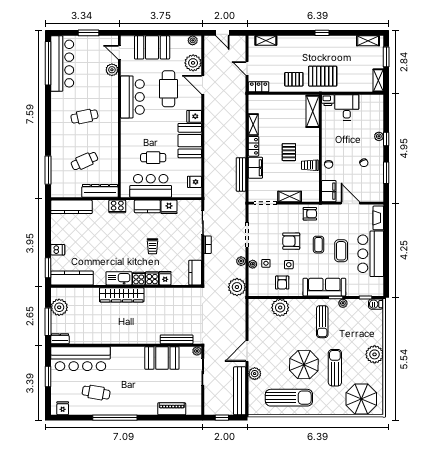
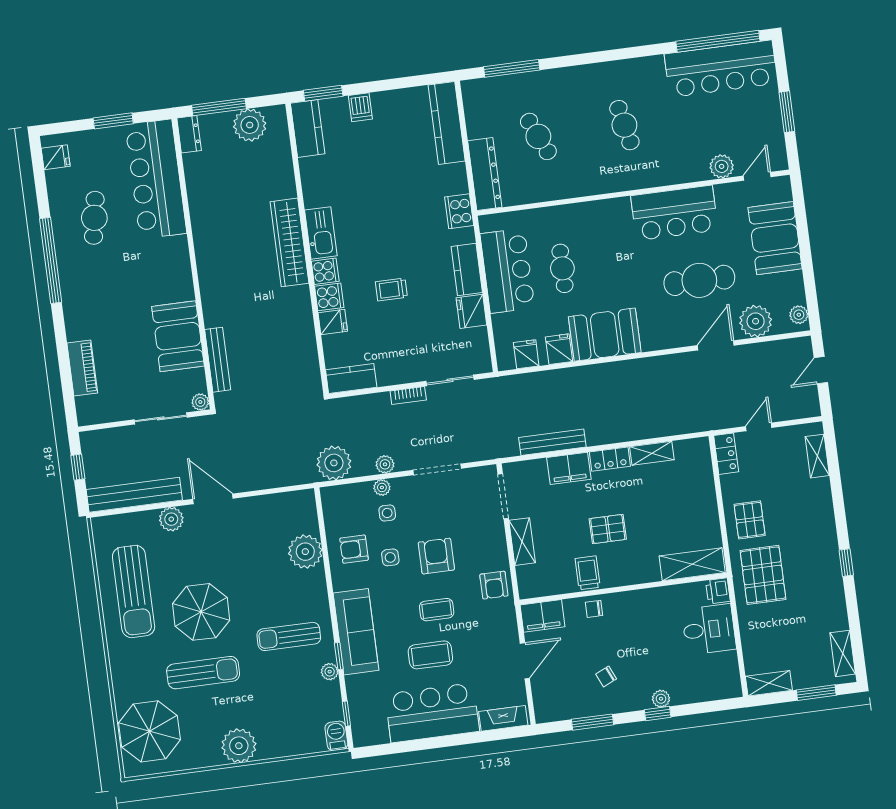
fridge: (194, 116) -> (559, 349), moved
kitchen counter: (72, 278) -> (308, 128), width x0.67

